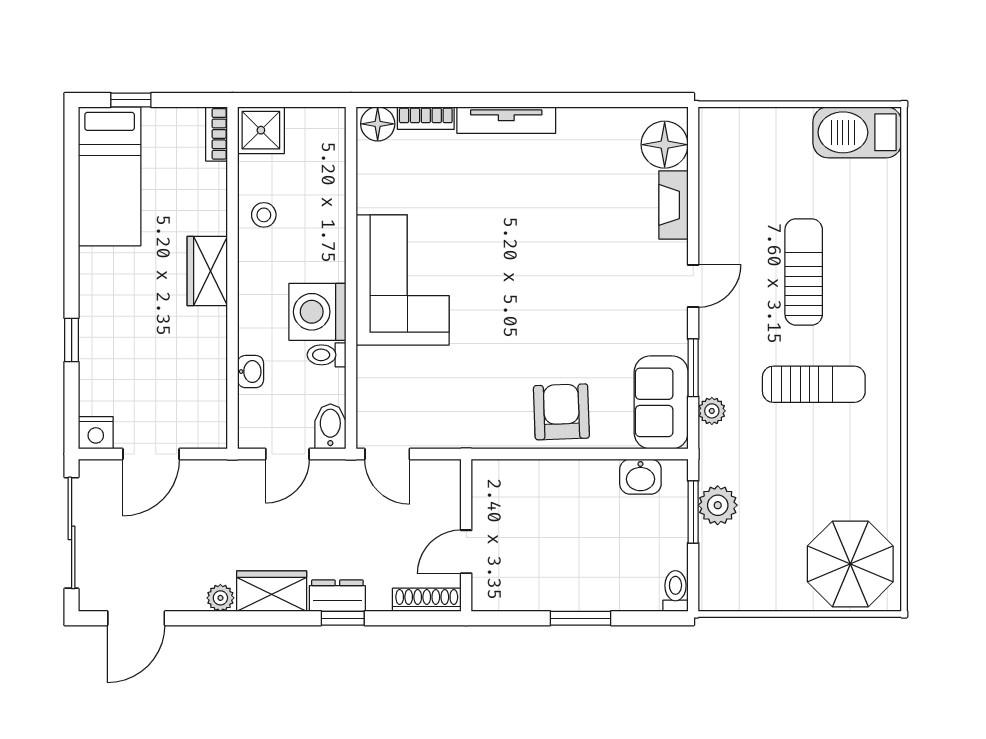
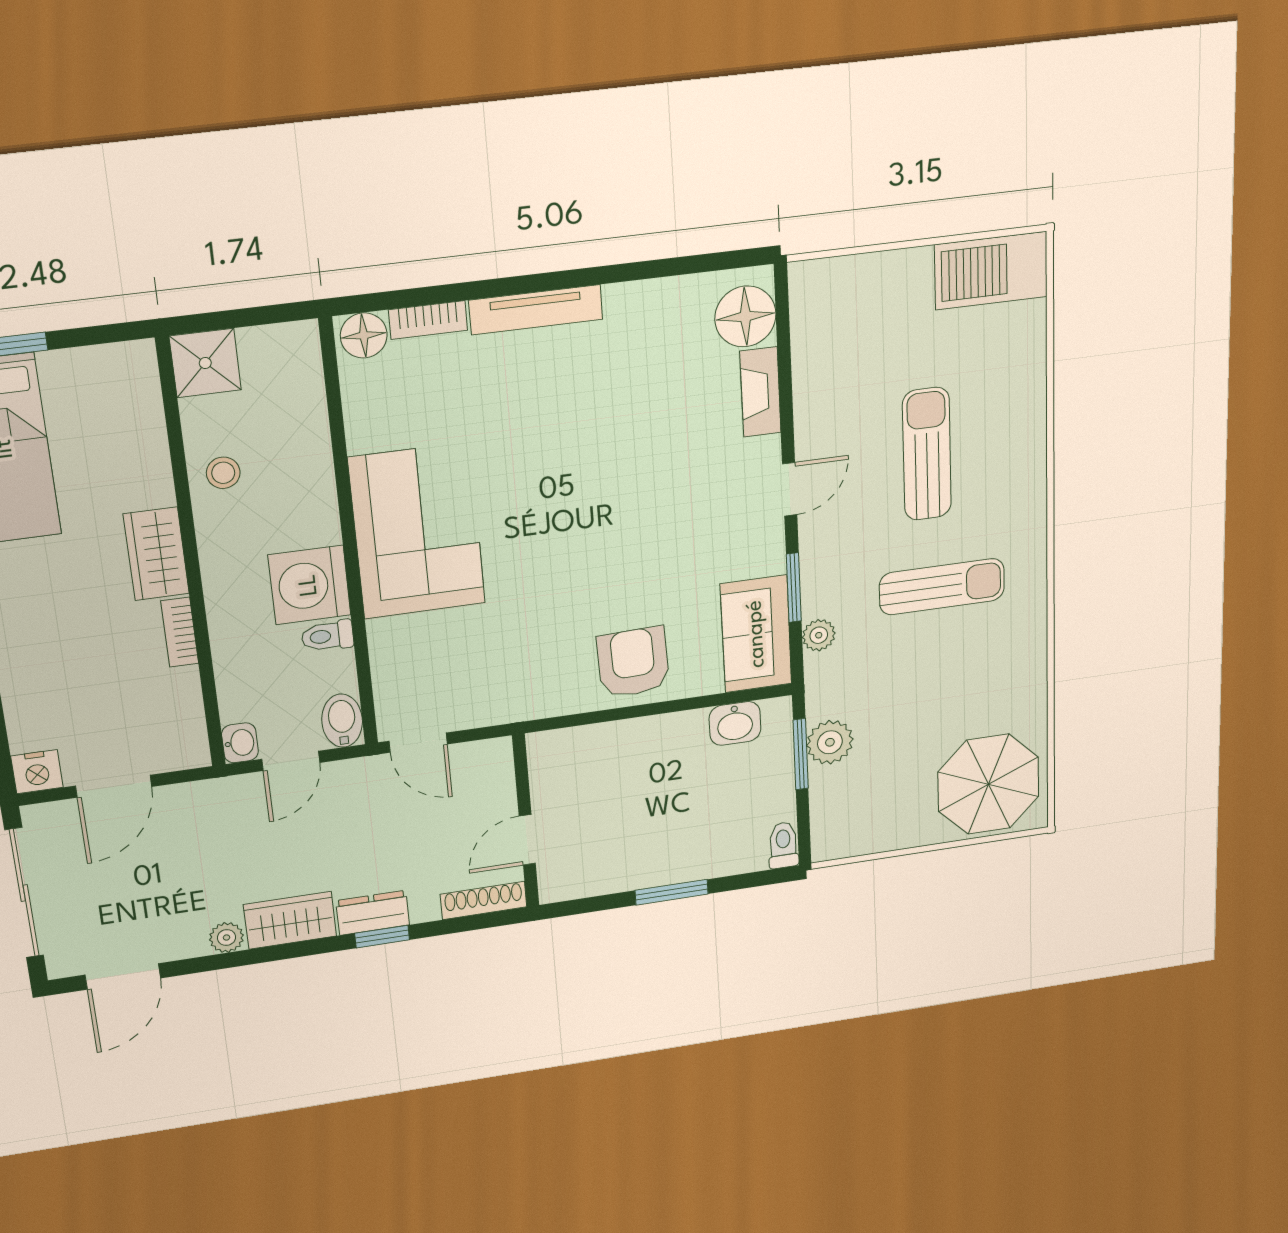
bookcase: (216, 134) -> (180, 632), moved
washbasin: (251, 372) -> (240, 743), moved

